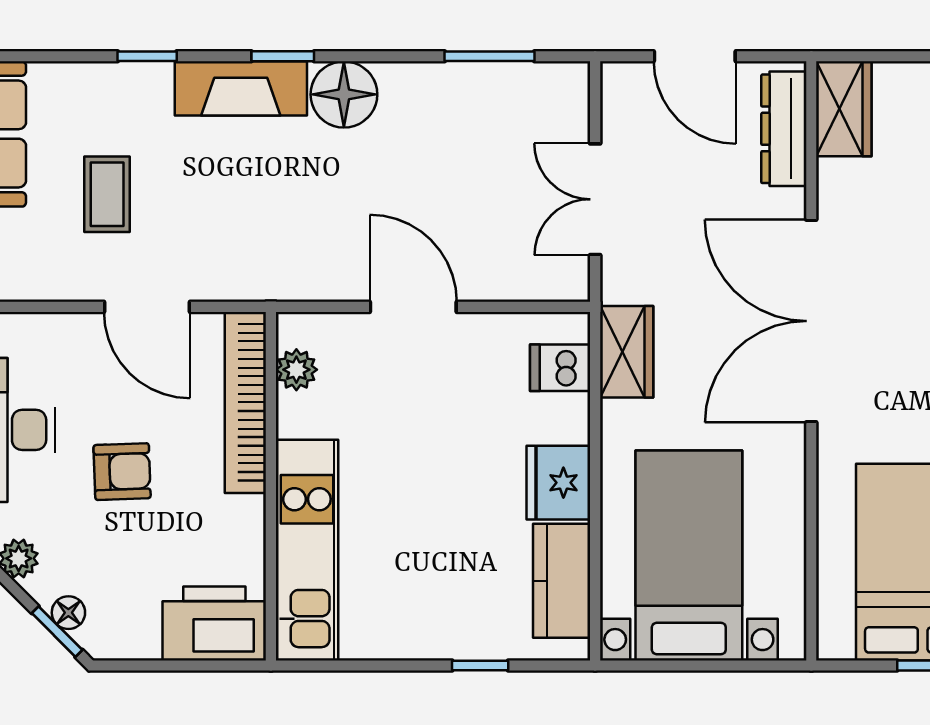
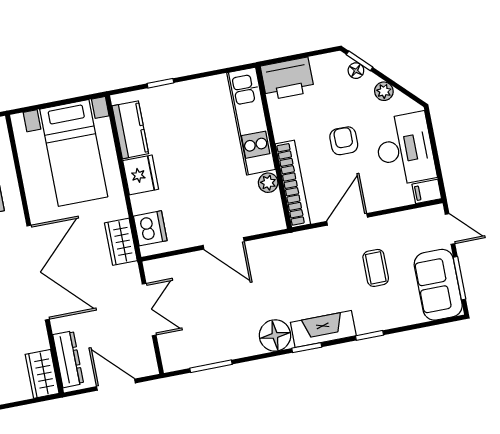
door: (147, 307) -> (347, 219), hinge flipped
dishwasher: (560, 368) -> (150, 228), width x1.38
plant: (296, 370) -> (268, 183), moved
armchair: (122, 472) -> (344, 141), turned 92

